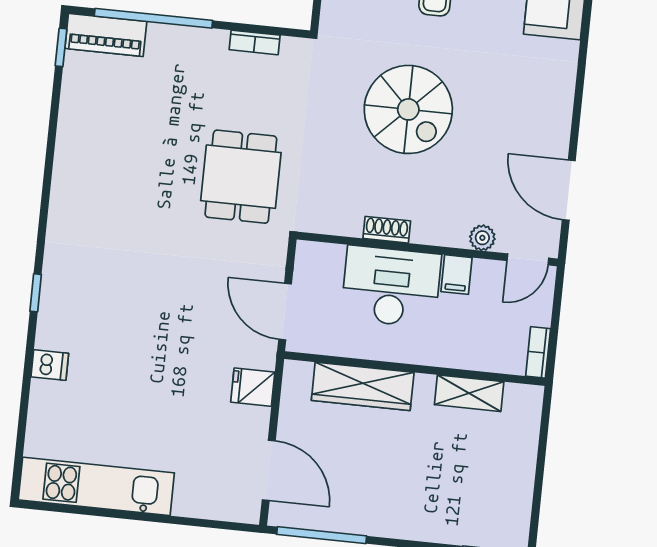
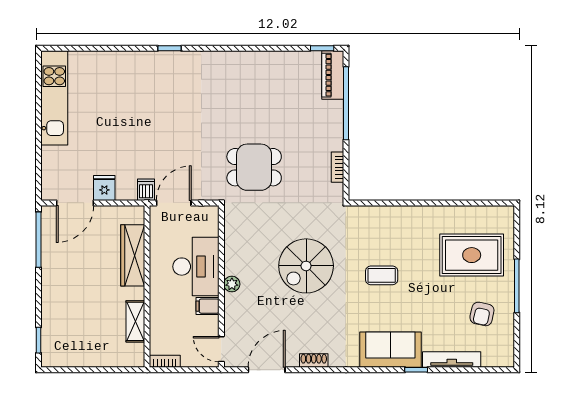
shoe rack: (387, 230) -> (314, 360), moved, turned -90
plant: (482, 238) -> (232, 284), moved
dishwasher: (50, 365) -> (146, 190), moved, turned 180
fridge: (253, 387) -> (104, 188), moved

